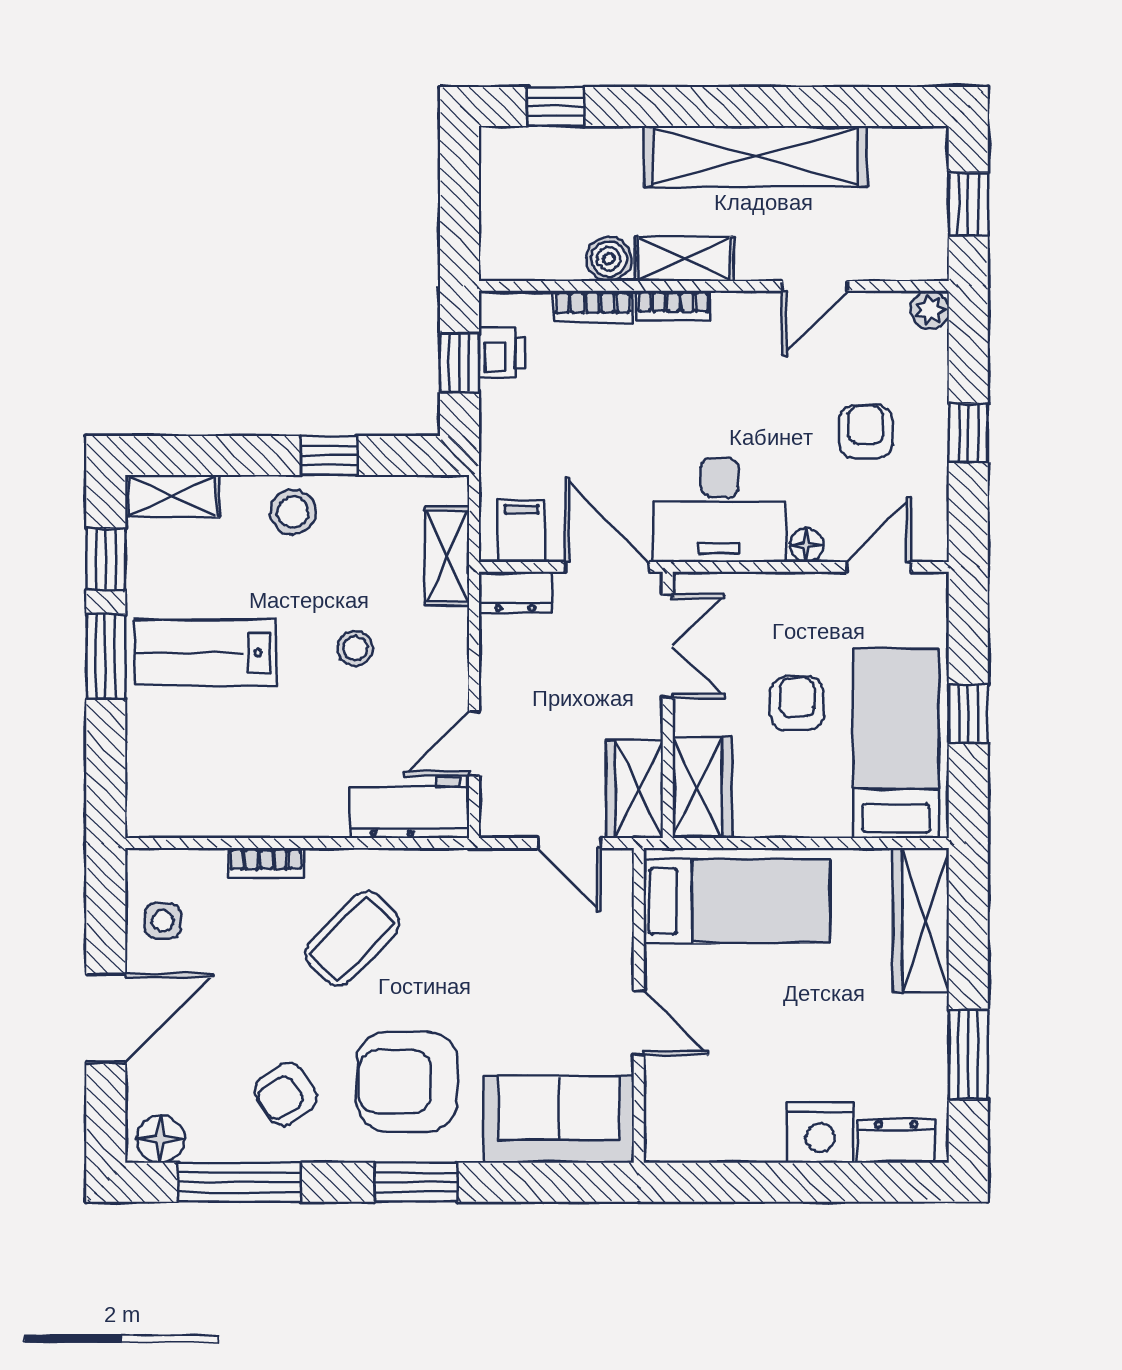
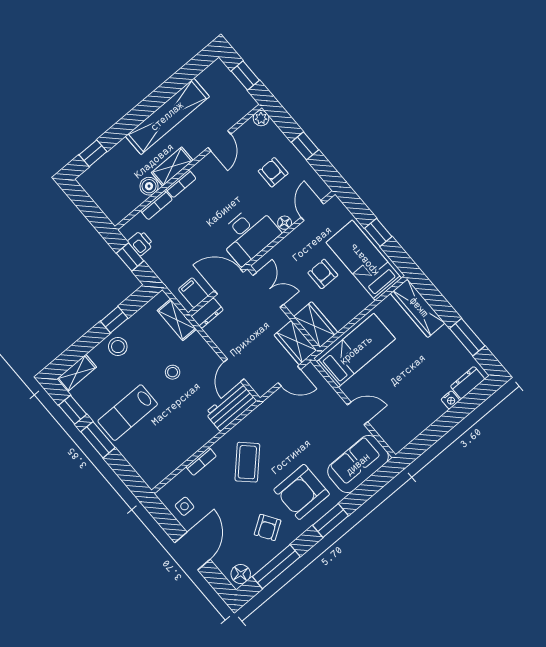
nightstand: (820, 1133) -> (450, 400), width x0.53, depth x0.56

